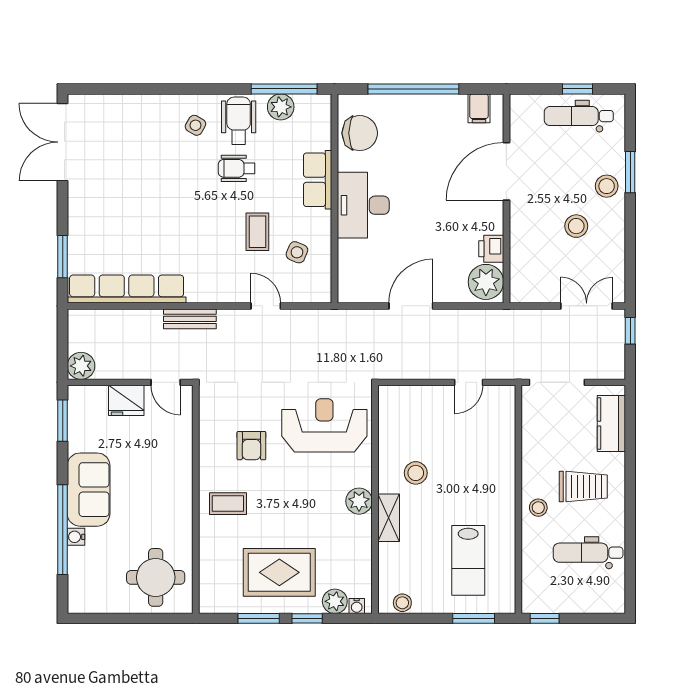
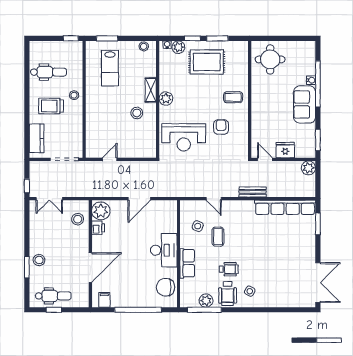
stool: (576, 226) -> (78, 219), moved
lab bench: (468, 560) -> (110, 68), turned 180

